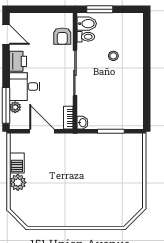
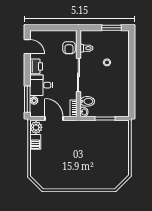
window: (100, 9) -> (111, 28), moved
bidet: (87, 24) -> (87, 101), moved
plant: (18, 182) -> (36, 127), moved

